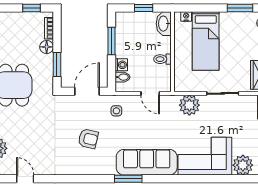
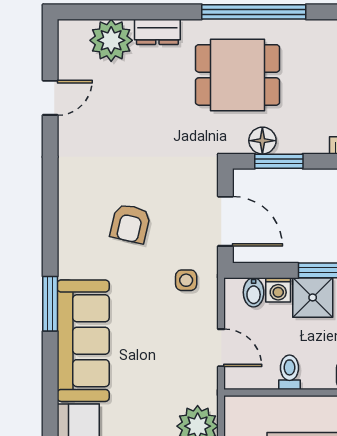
floor lamp: (47, 47) -> (262, 141), moved
shower: (125, 48) -> (313, 297), added
door: (150, 93) -> (221, 348), swing flipped

